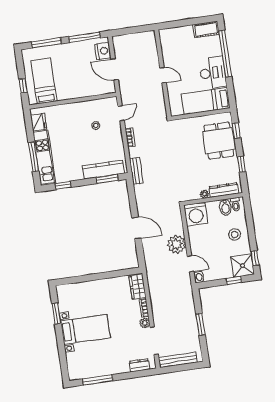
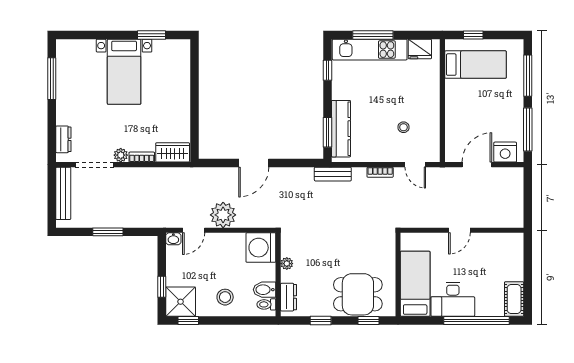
dresser: (224, 190) -> (289, 297), width x0.70

